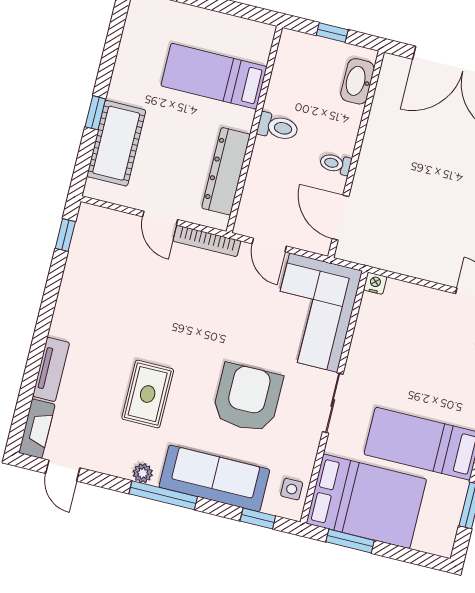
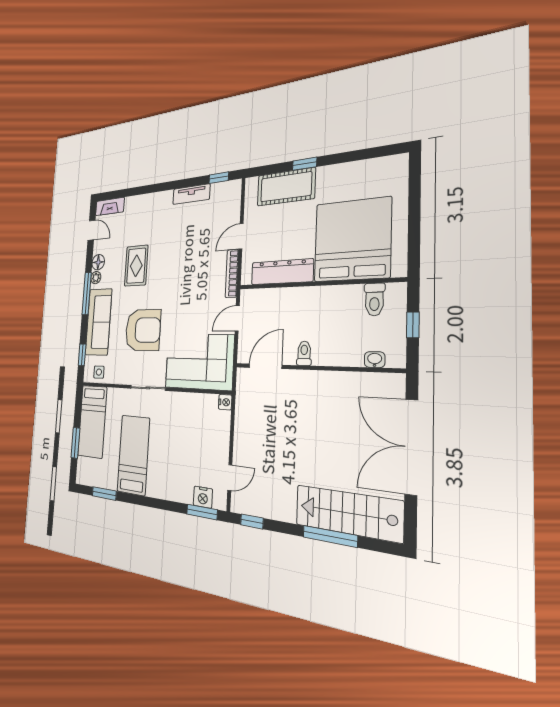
bed: (214, 76) -> (352, 240), width x2.04
washbasin: (357, 81) -> (375, 360), width x0.52, depth x0.69
toilet: (278, 127) -> (374, 299), moved
tv unit: (51, 369) -> (191, 194), moved
rug: (148, 394) -> (136, 266), turned 90
floor lamp: (119, 465) -> (98, 262), added
door: (63, 471) -> (91, 230), swing flipped
bed: (366, 501) -> (92, 421), width x0.67
window: (350, 541) -> (75, 443), moved

